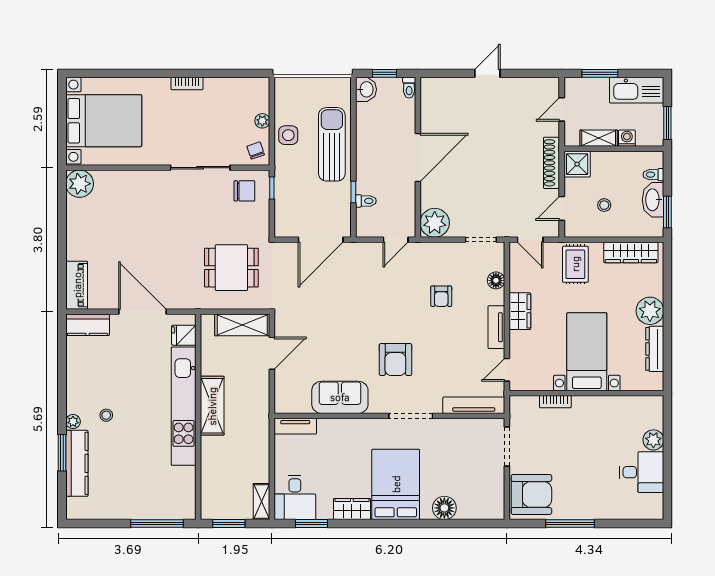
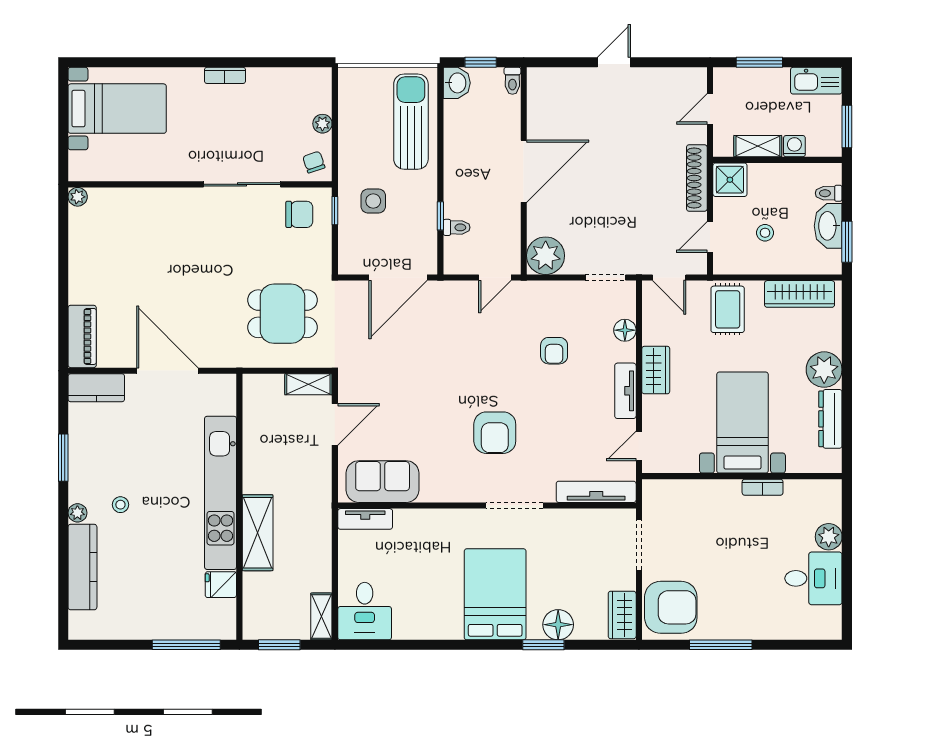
kitchen sink: (637, 90) -> (816, 81), width x0.73, depth x0.81
bed with nightstands: (104, 121) -> (117, 109), width x0.73
side table: (288, 135) -> (373, 201), moved
sun lounger: (332, 144) -> (411, 122), moved
plant: (80, 184) -> (78, 197), width x0.53, depth x0.53
shelving: (242, 325) -> (308, 384), width x0.67, depth x0.75
fridge: (184, 335) -> (221, 585), moved
sofa: (340, 397) -> (383, 482), moved
bookcase: (555, 402) -> (763, 487), moved
shelving: (212, 406) -> (258, 533), moved
window: (62, 453) -> (63, 458), moved
wardrobe: (352, 509) -> (622, 615), moved, turned -90
window: (311, 523) -> (543, 645), moved

